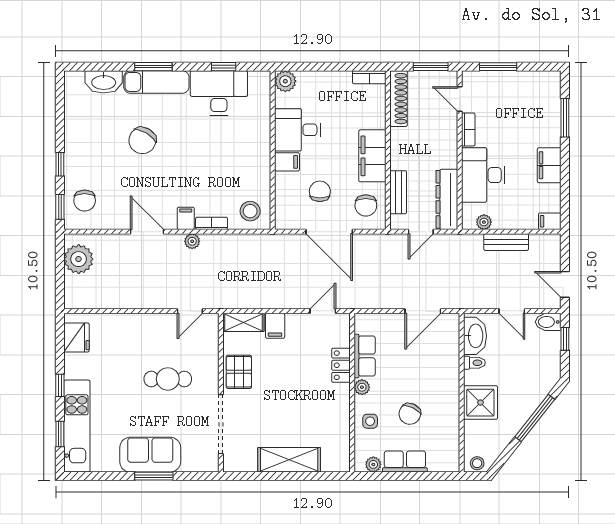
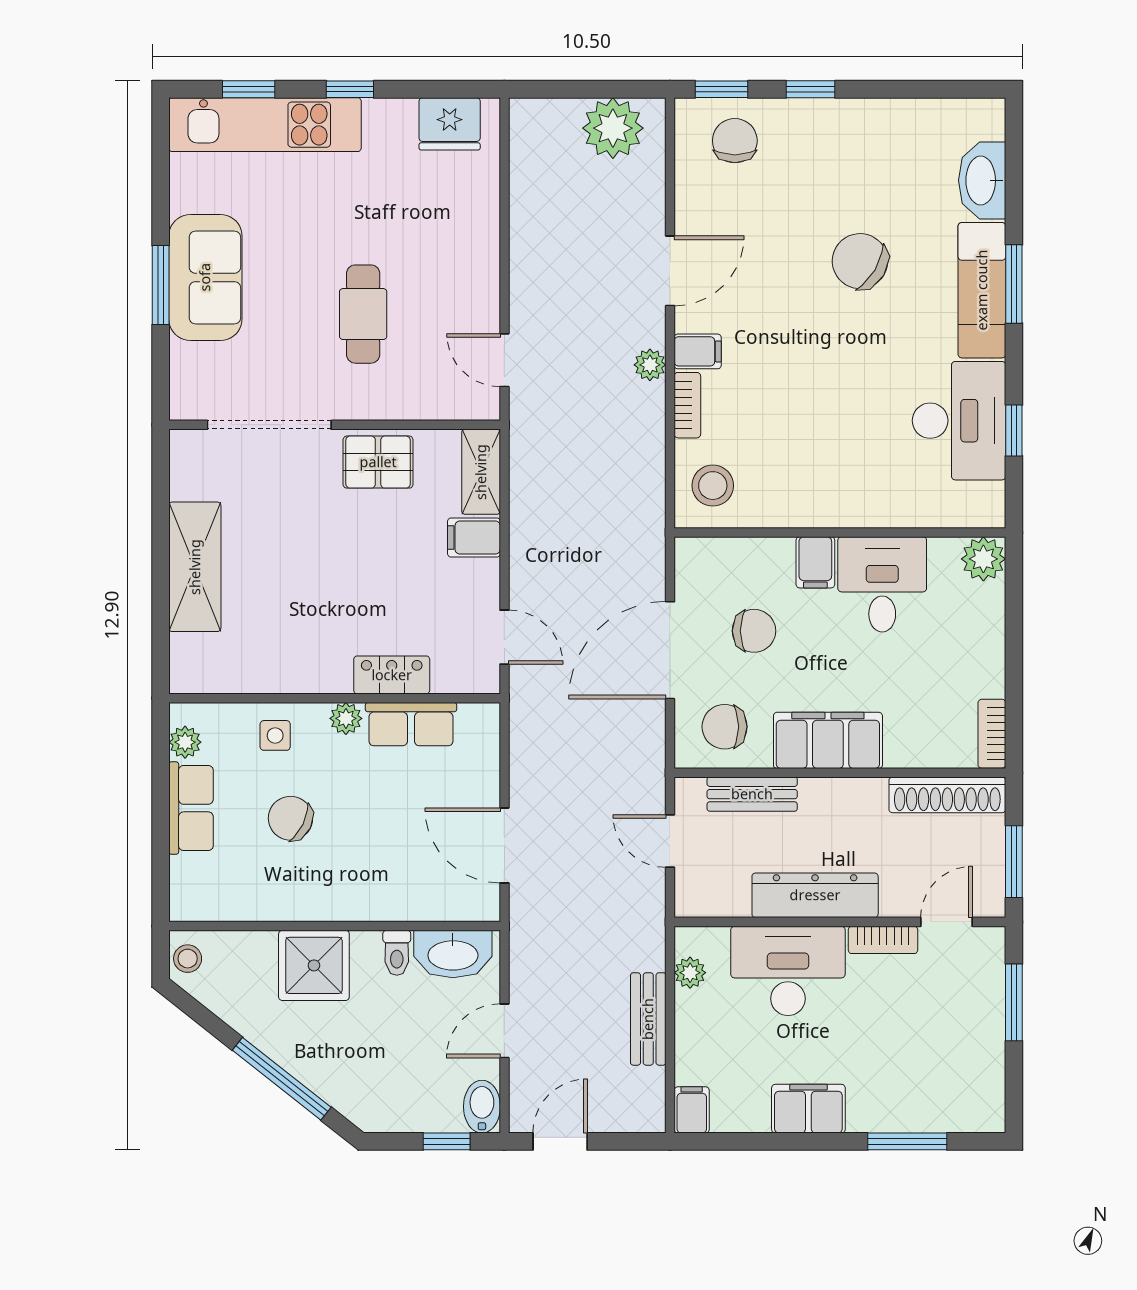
dresser: (447, 199) -> (815, 895), moved
chair: (85, 201) -> (735, 141), turned 90

